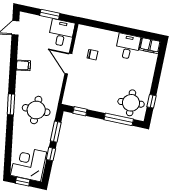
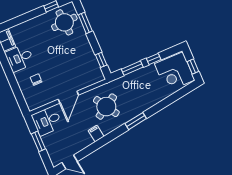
chair: (92, 55) -> (36, 80), moved
round table: (36, 110) -> (106, 107), moved, turned -32
window: (119, 119) -> (85, 23), width x0.69

